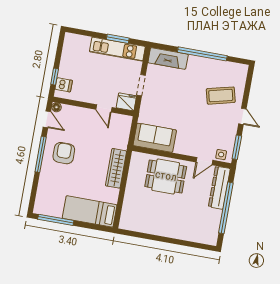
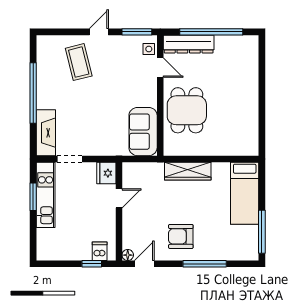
doorway: (141, 85) -> (70, 159), moved
window: (41, 154) -> (205, 264), moved

